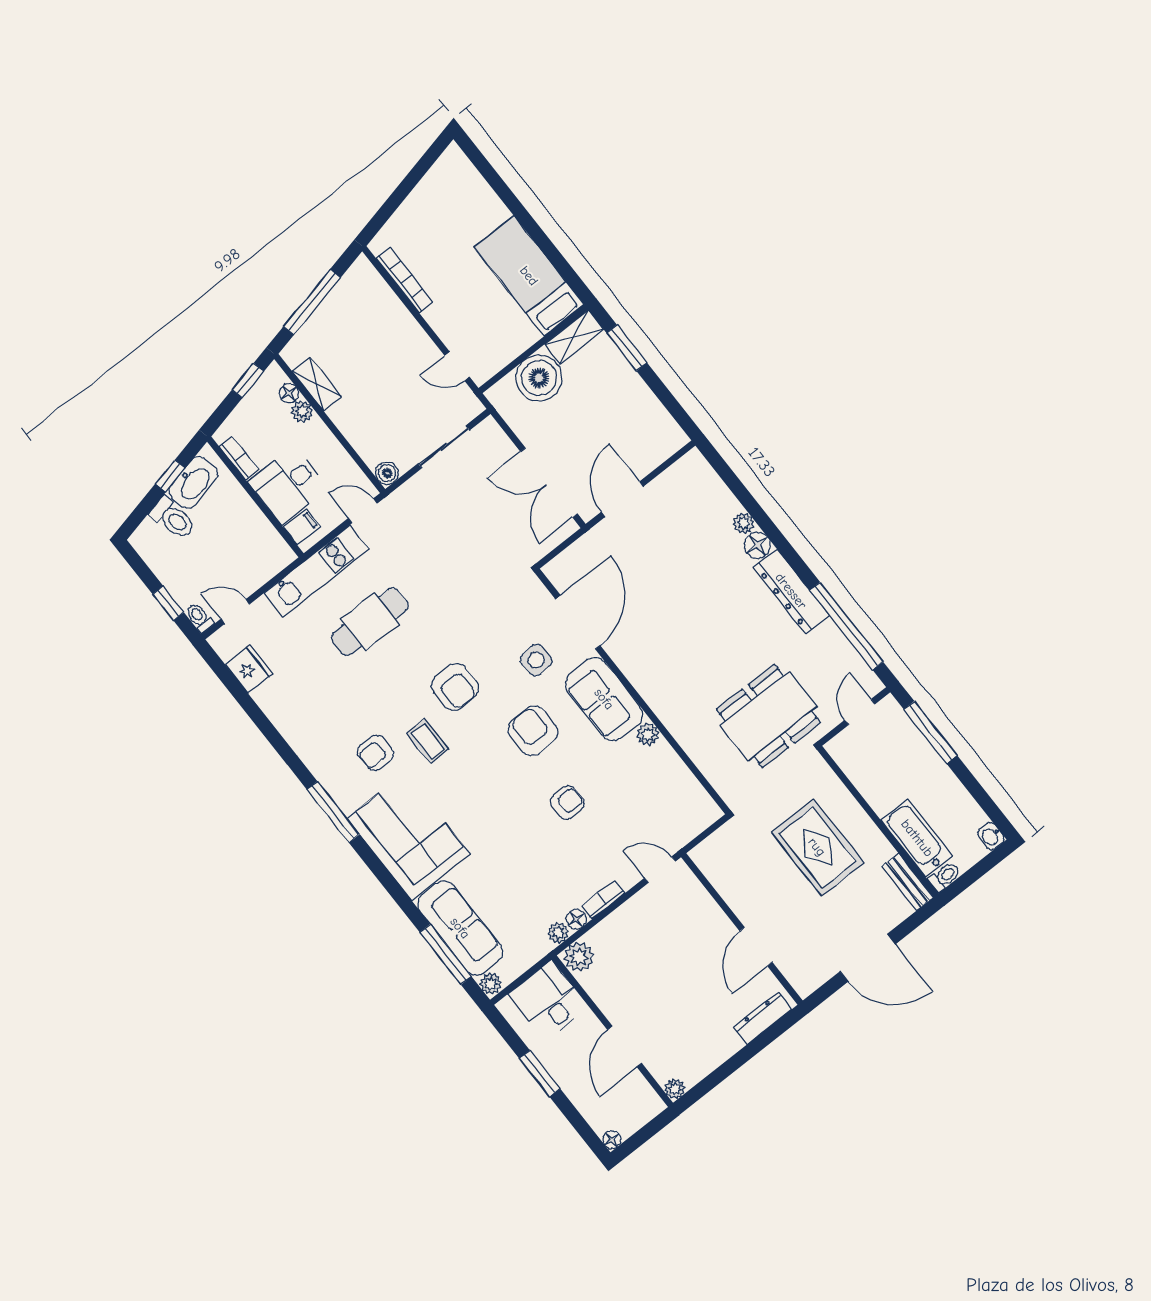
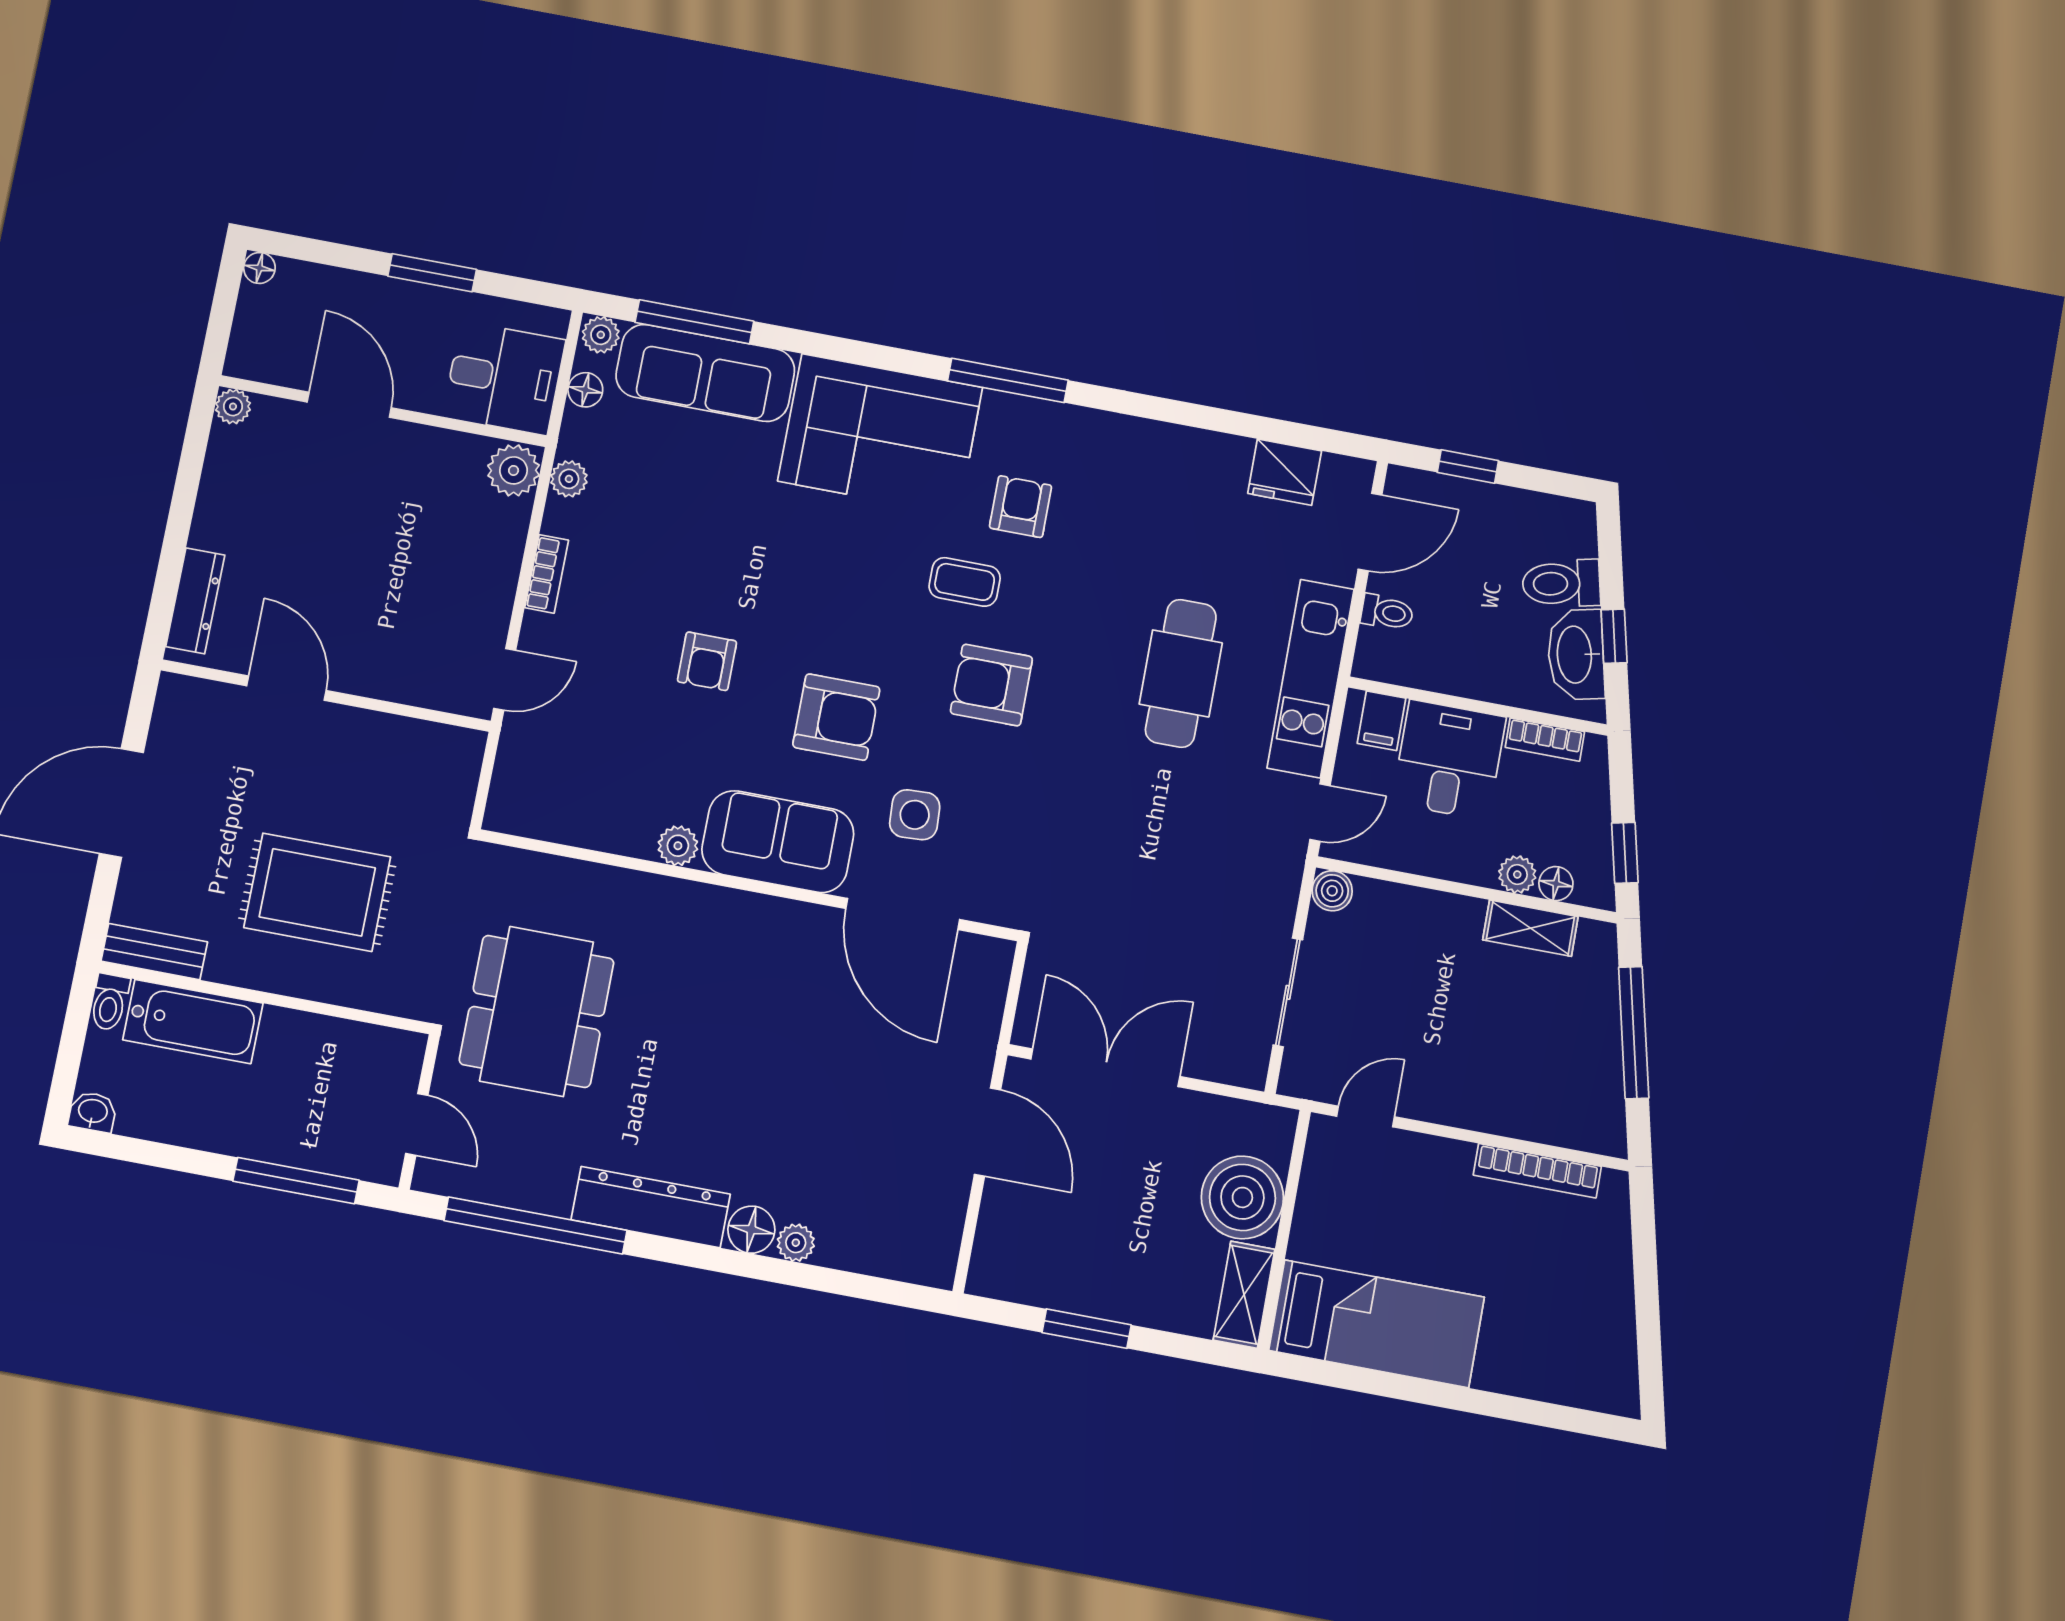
window: (627, 348) -> (1087, 1329), moved
door: (235, 611) -> (1370, 532), width x1.37
toilet: (199, 618) -> (1387, 612), moved
floor lamp: (576, 919) -> (585, 390), moved

